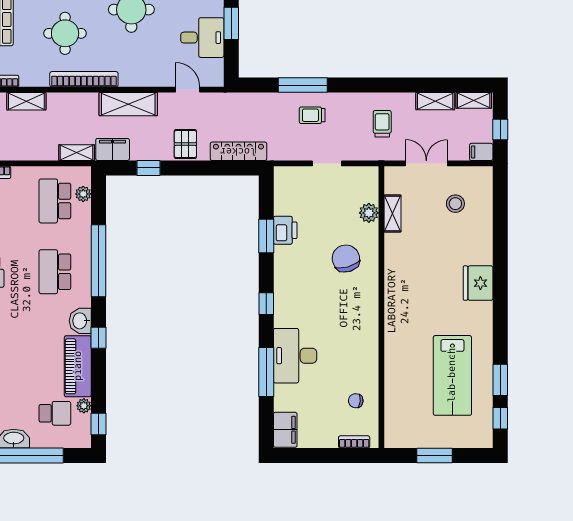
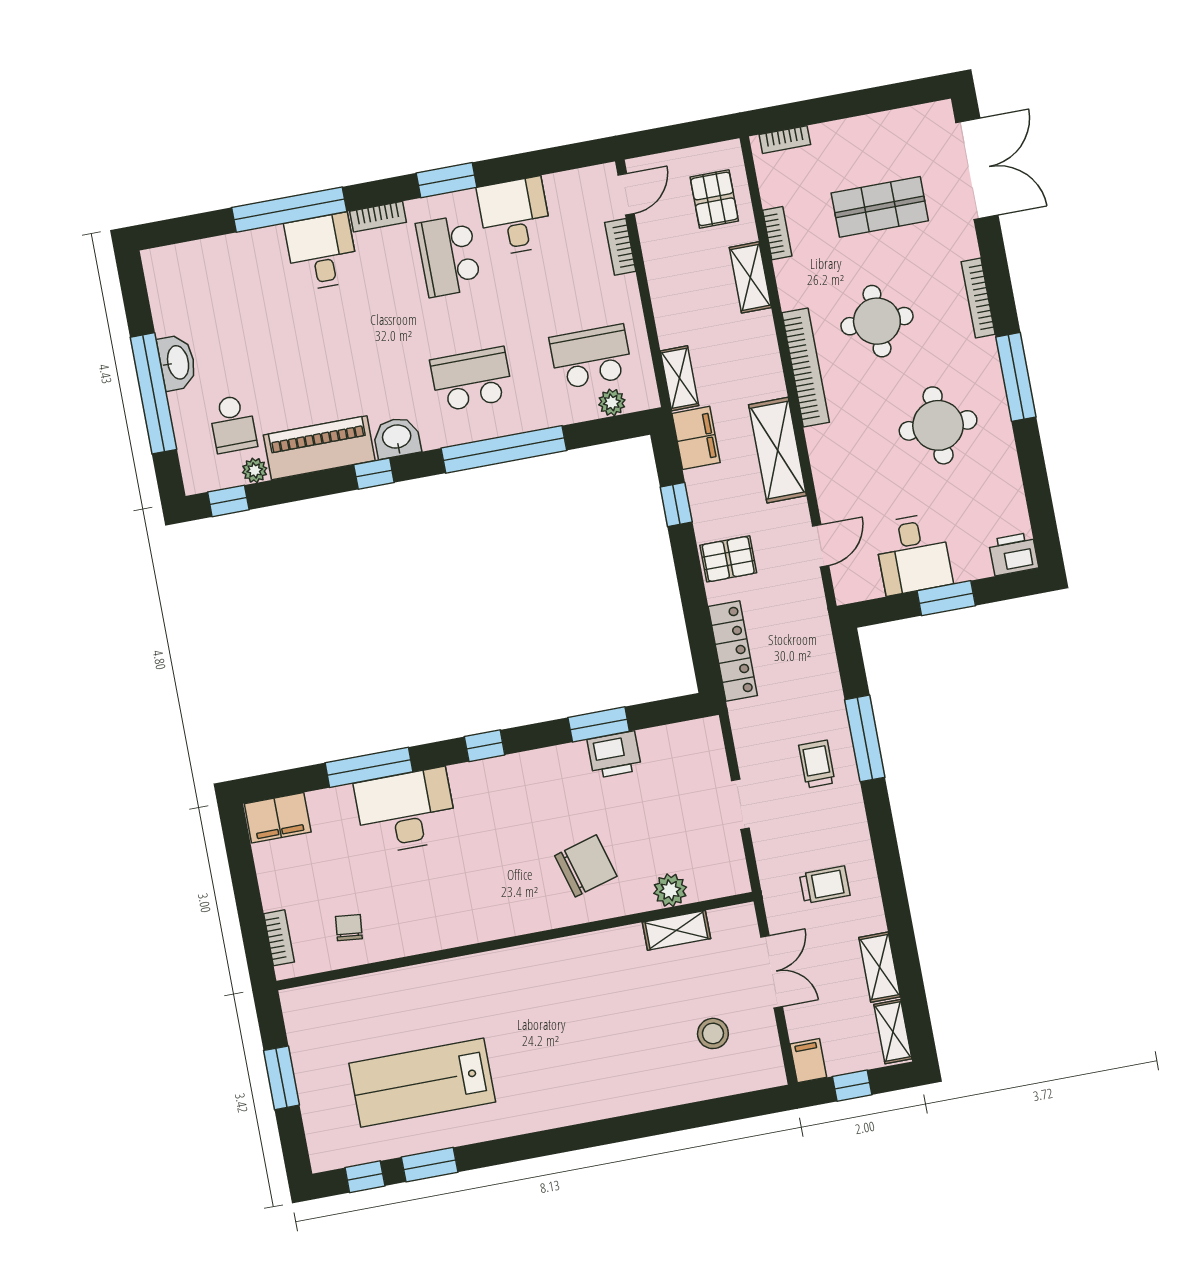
fridge: (478, 283) -> (586, 1097), removed

